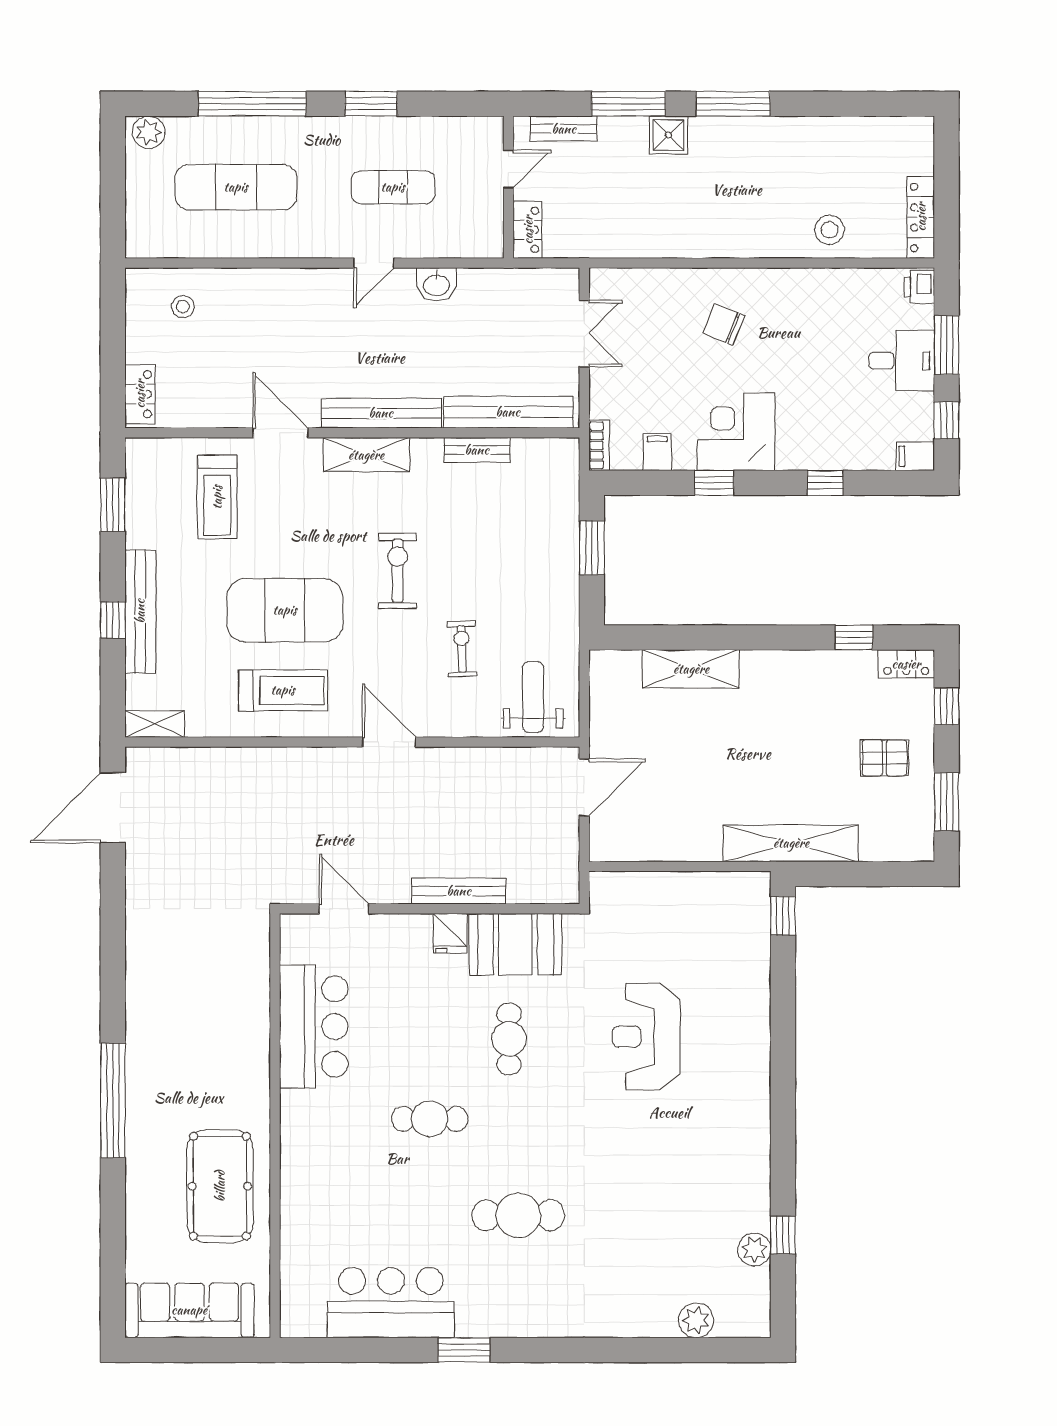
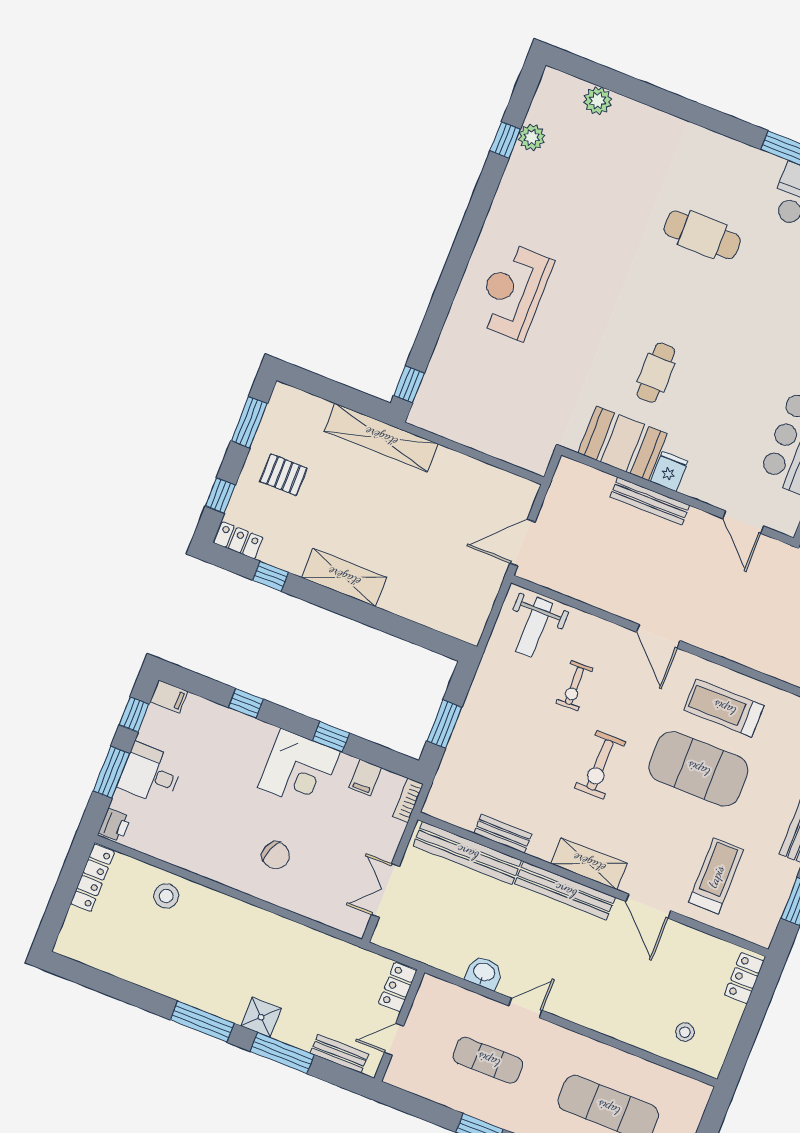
shelving: (691, 669) -> (344, 577), moved
reception desk: (646, 1037) -> (513, 291), moved, turned 180
cafe table: (430, 1119) -> (741, 335), removed

